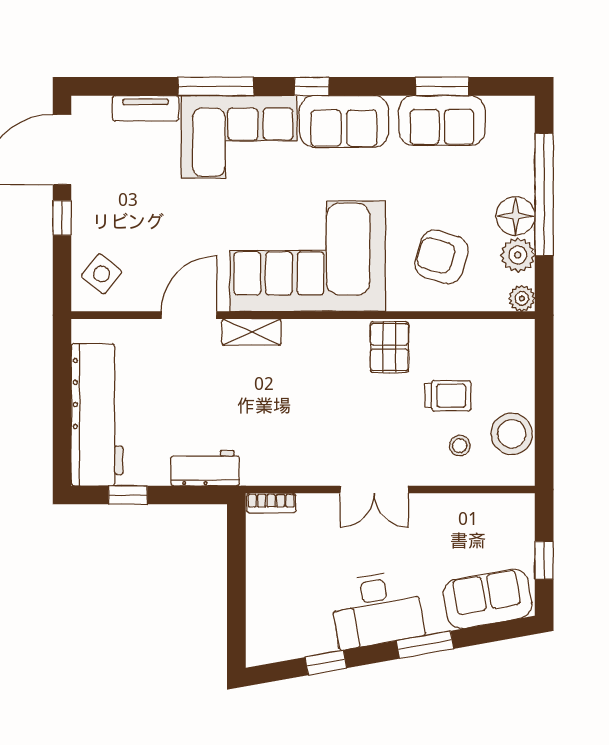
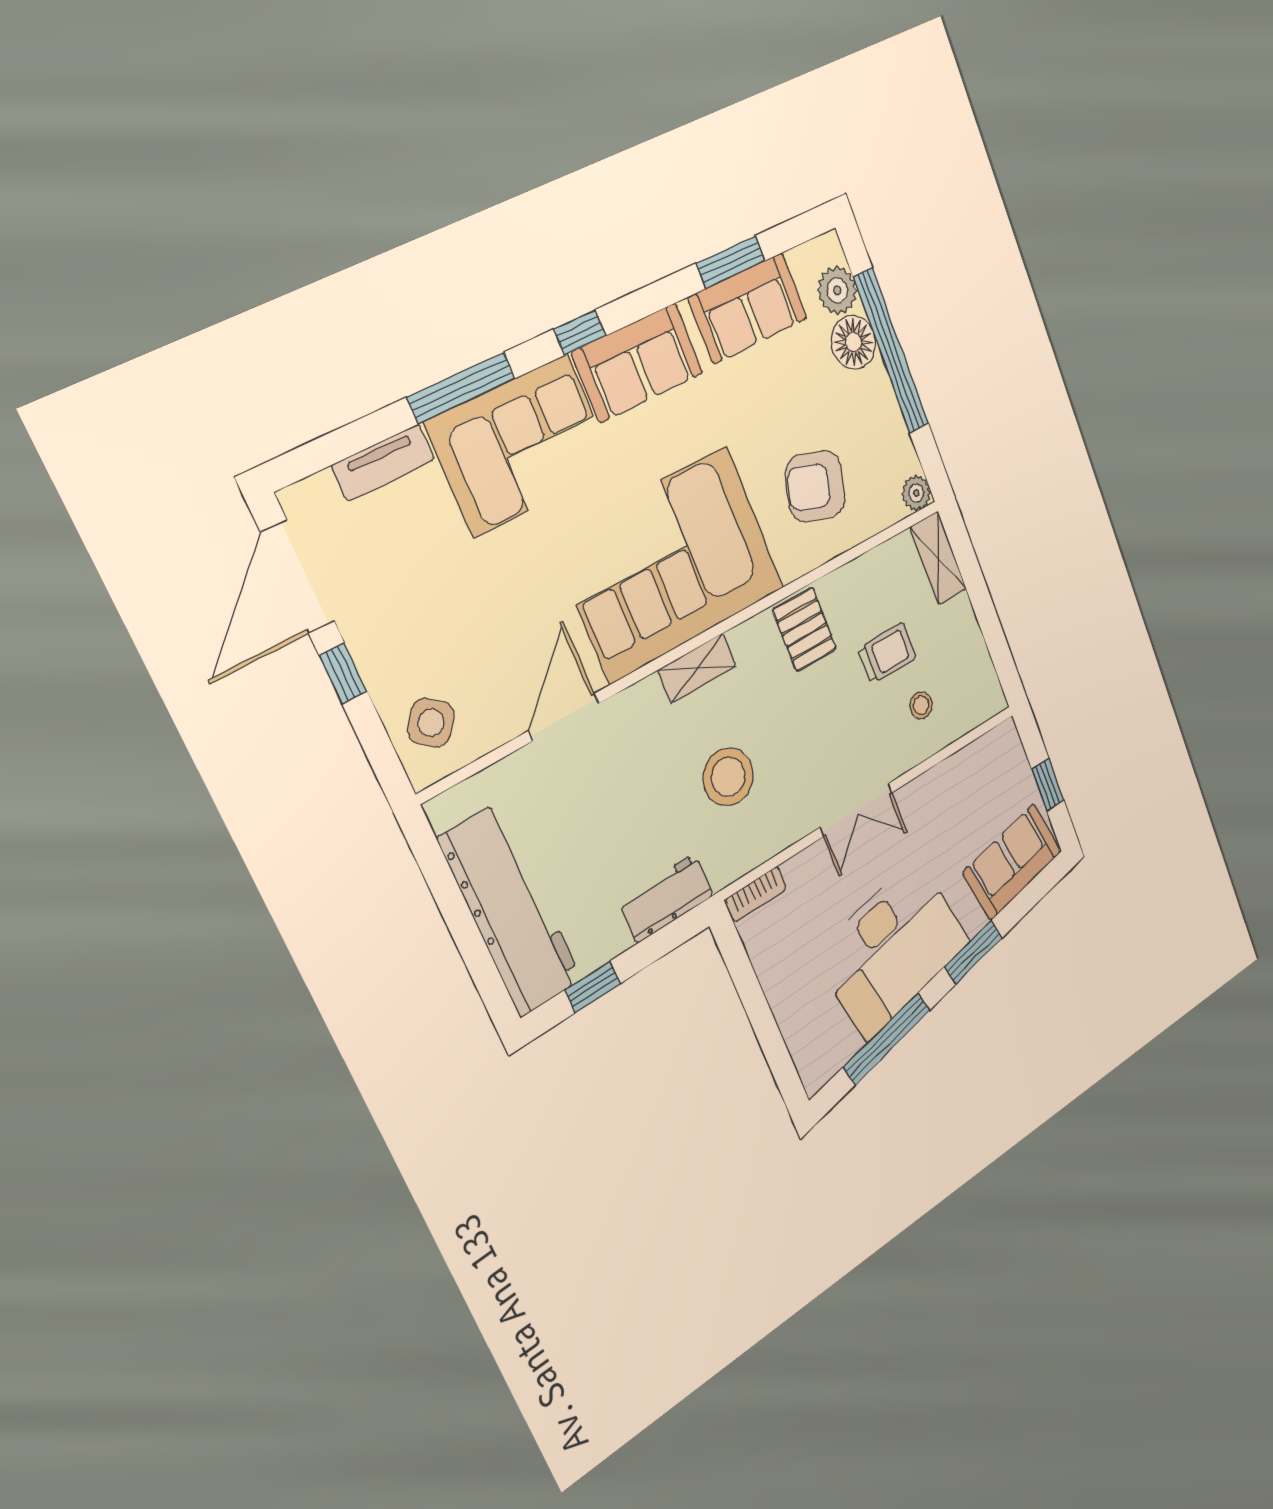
floor lamp: (516, 216) -> (853, 342), moved
plant: (518, 255) -> (837, 290), moved
shelving: (252, 332) -> (697, 668), moved
shelving: (520, 351) -> (938, 558), added
stool: (512, 434) -> (728, 777), moved
desk: (377, 609) -> (892, 948), width x1.36, depth x1.30
window: (326, 663) -> (887, 1038), width x2.17

